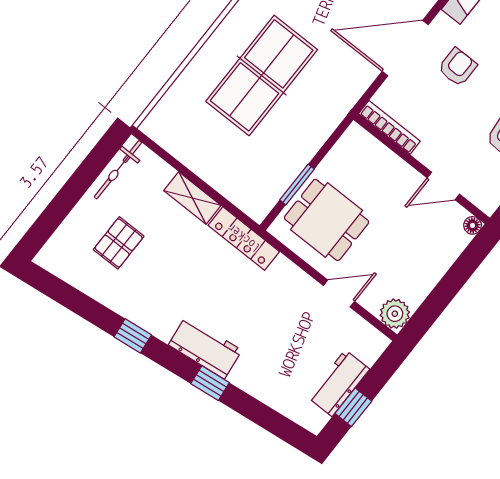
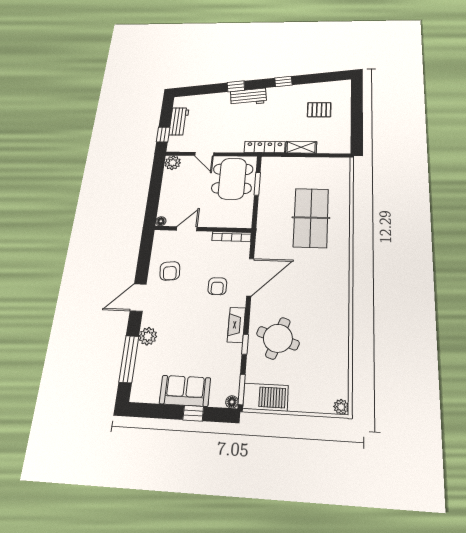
bicycle: (118, 170) -> (344, 136), removed
dining table: (327, 220) -> (232, 179), width x1.38
pallet: (119, 243) -> (319, 110), turned 90
door: (339, 294) -> (204, 154), hinge flipped
window: (353, 407) -> (163, 134), moved

